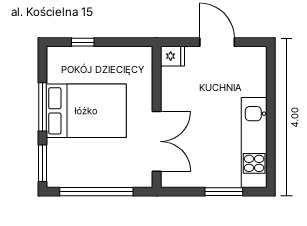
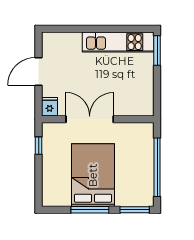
window: (83, 42) -> (39, 146), moved
double door: (157, 141) -> (90, 119), moved
window: (224, 192) -> (157, 51), moved

